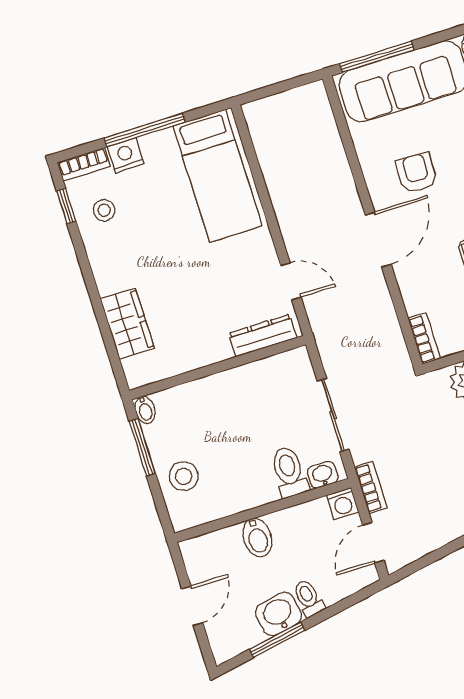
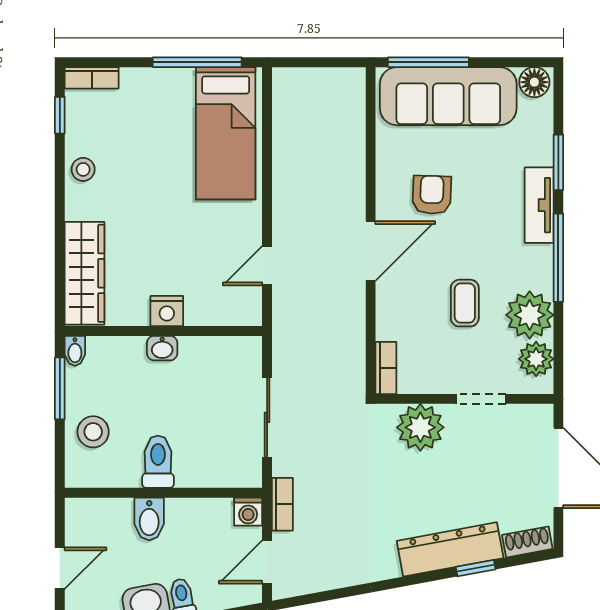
window: (145, 130) -> (197, 62), moved
nightstand: (125, 155) -> (167, 311), moved, turned 180
stool: (104, 210) -> (83, 169), moved
door: (291, 281) -> (267, 266), swing flipped
wardrobe: (127, 324) -> (85, 273), width x1.50
dresser: (263, 335) -> (220, 312), removed
toilet: (289, 472) -> (158, 462), moved
washbasin: (323, 475) -> (162, 348), moved, turned 180

